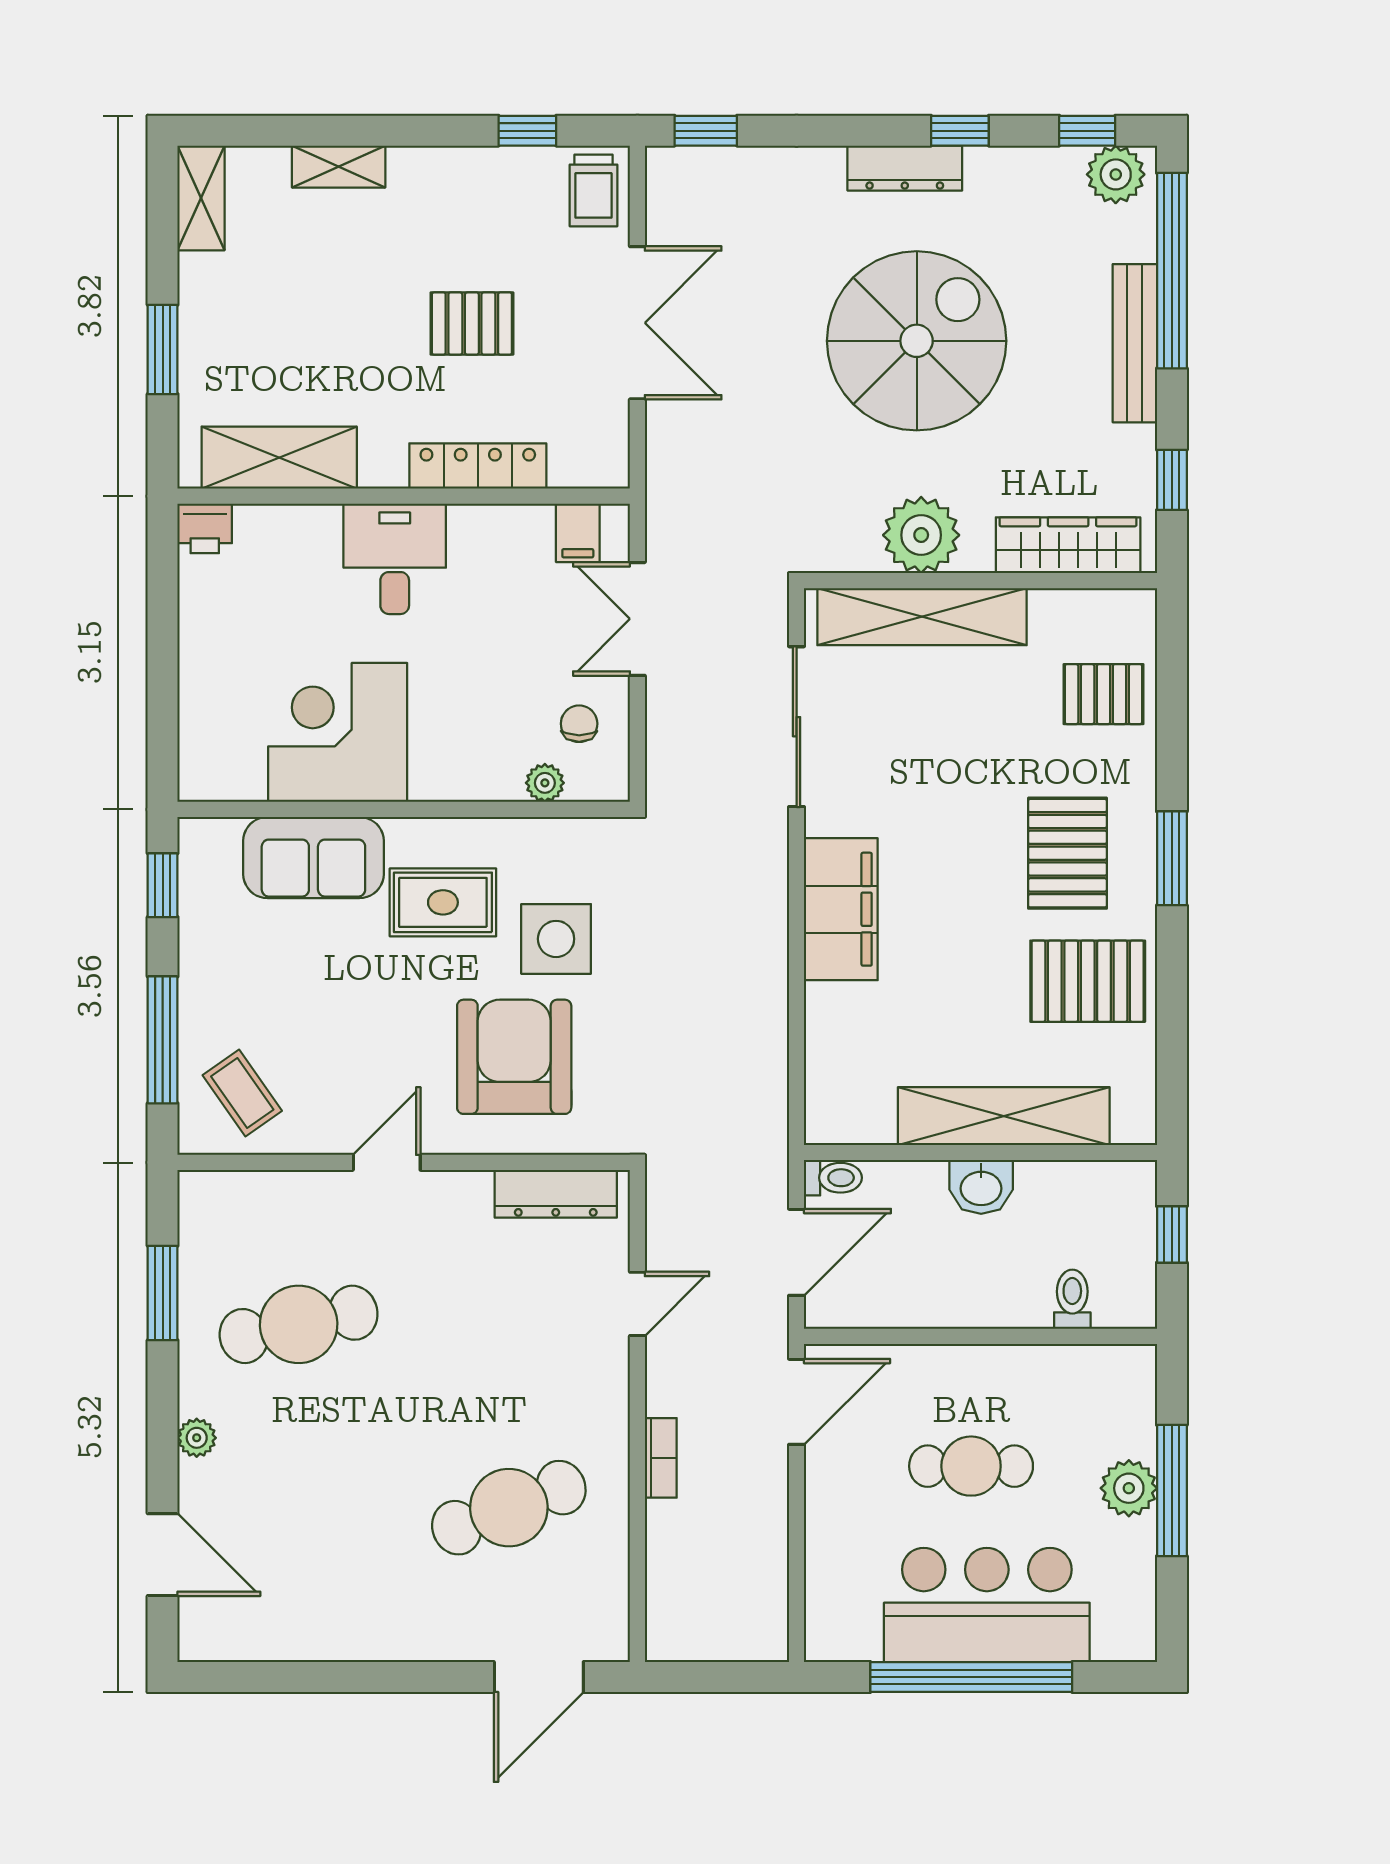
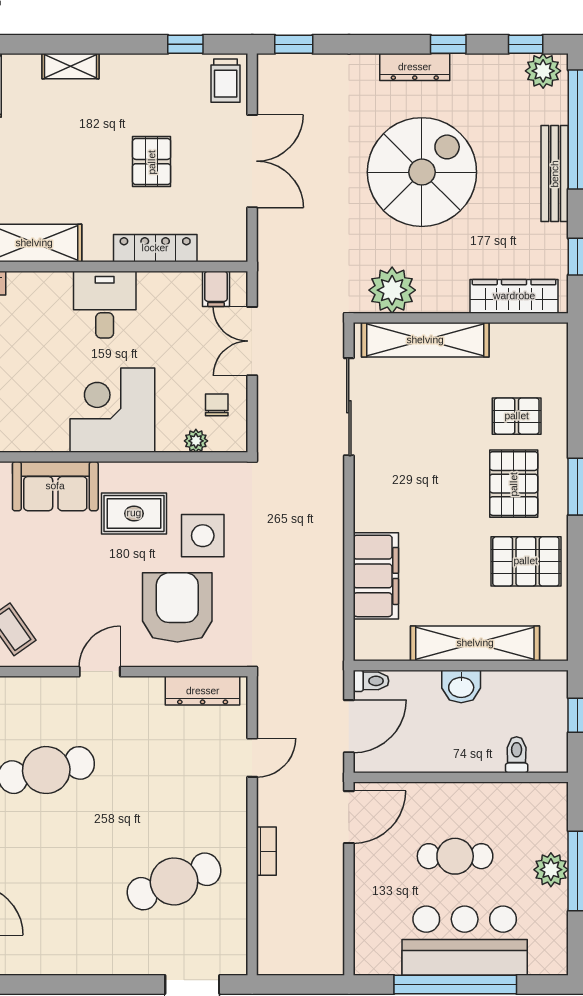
pallet: (472, 324) -> (152, 162), turned 90
plant: (921, 535) -> (392, 290), moved
pallet: (1104, 694) -> (517, 416), moved
corner desk: (338, 732) -> (112, 410), moved
filing cabinet: (841, 909) -> (376, 576), moved

